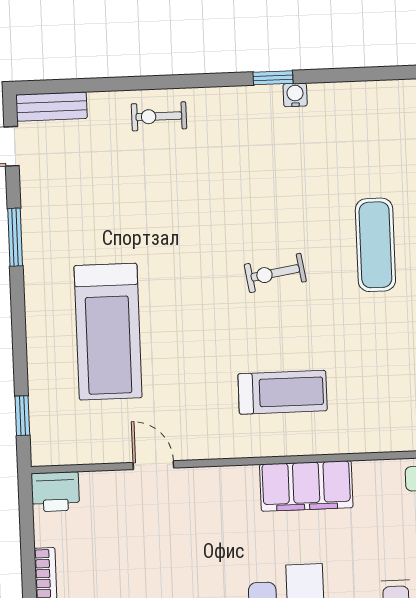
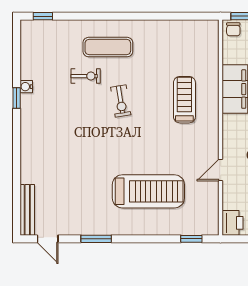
bench: (52, 107) -> (27, 210), width x1.36
exercise bike: (159, 116) -> (86, 76), moved, turned -90

